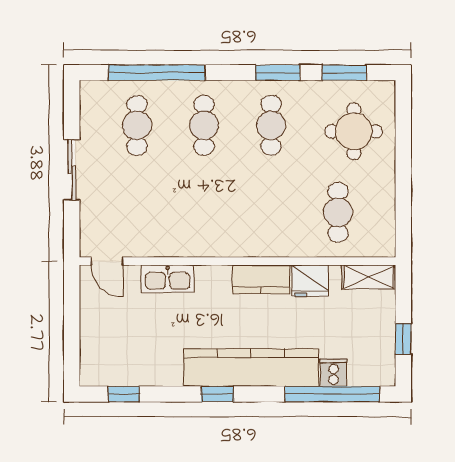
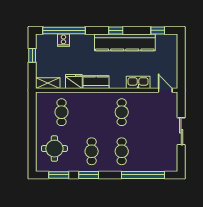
cafe table: (137, 125) -> (122, 112), moved
kitchen counter: (251, 368) -> (125, 42), moved

